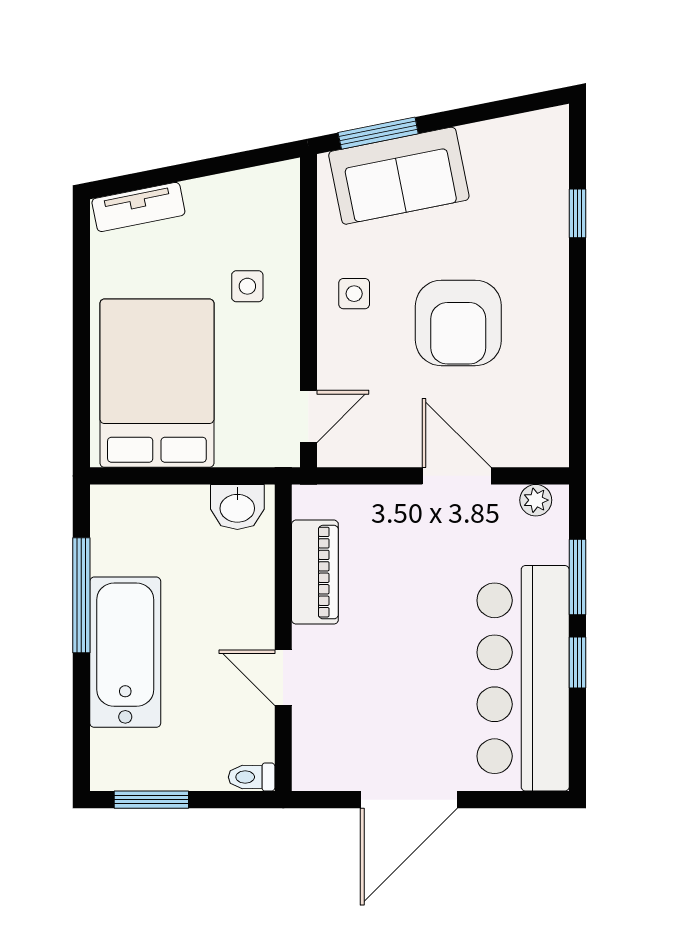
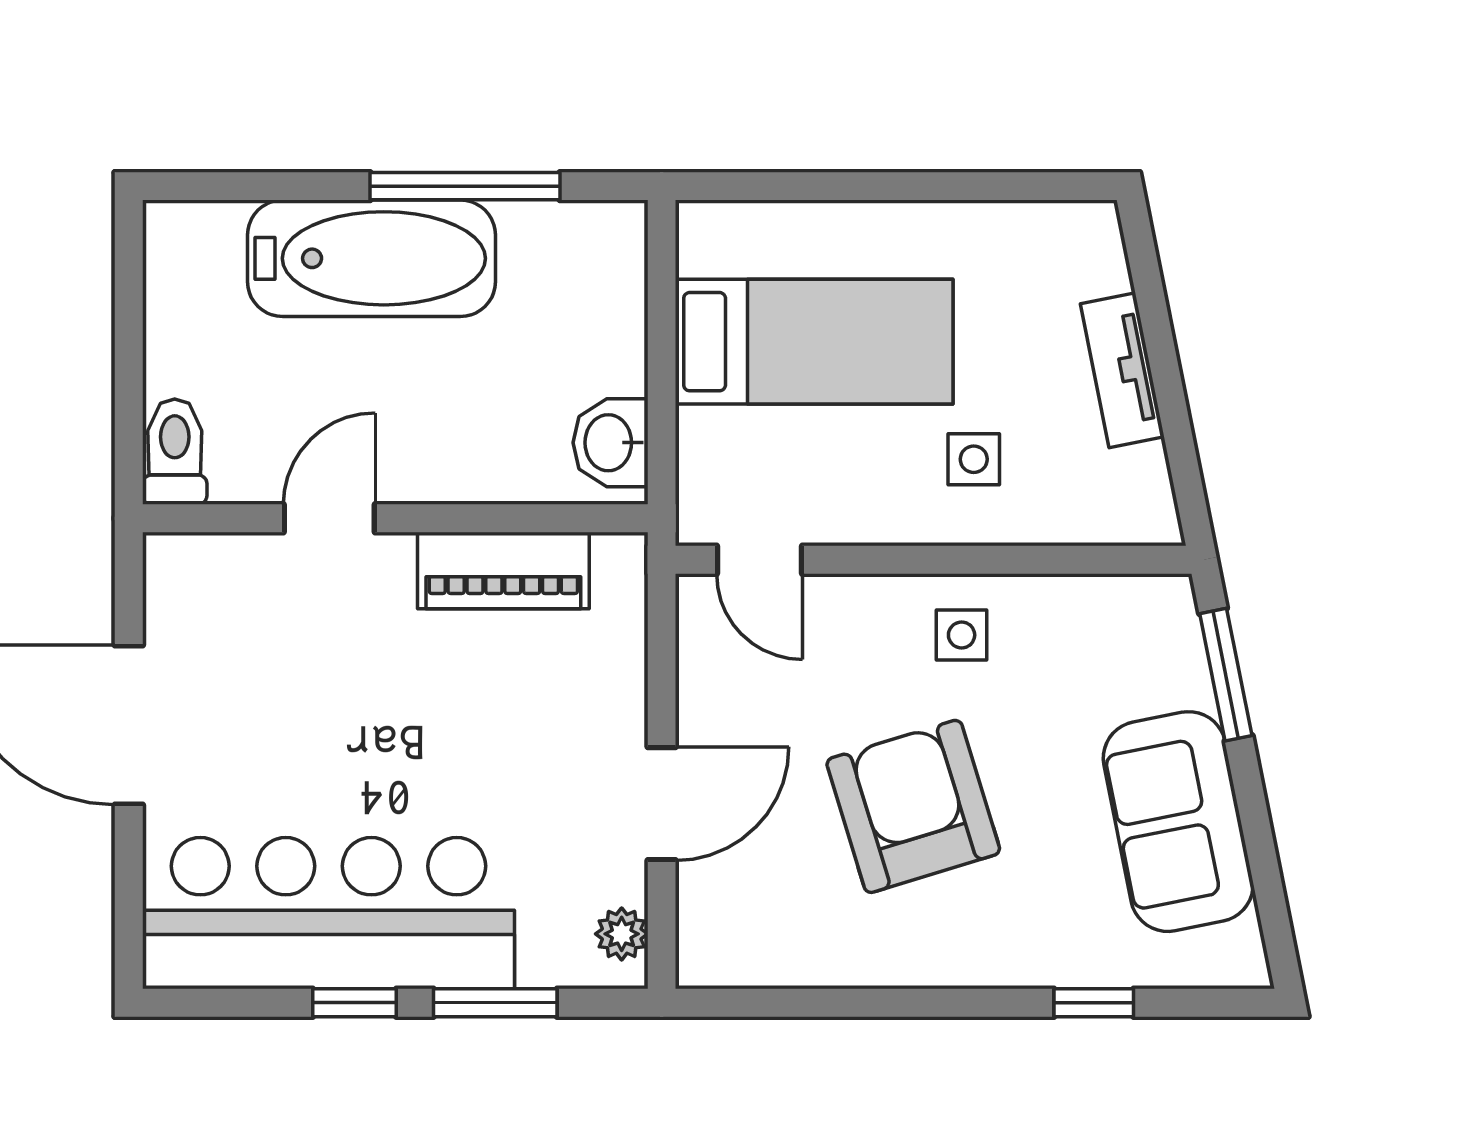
sofa: (399, 176) -> (1178, 822), moved
tv unit: (138, 207) -> (1122, 370), moved
armchair: (458, 323) -> (913, 806), turned 73
bed: (157, 383) -> (814, 342), width x0.67
toilet: (252, 777) -> (175, 452), width x1.37, depth x1.39
window: (151, 800) -> (129, 301), removed

